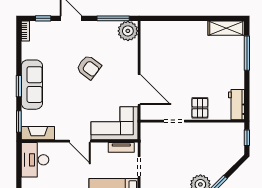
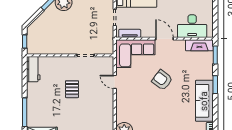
armchair: (89, 67) -> (162, 80), moved
sofa: (32, 85) -> (204, 101), moved
door: (139, 90) -> (115, 82), width x0.53
pallet: (200, 108) -> (72, 89), moved
desk: (35, 160) -> (192, 26), moved, turned 90

